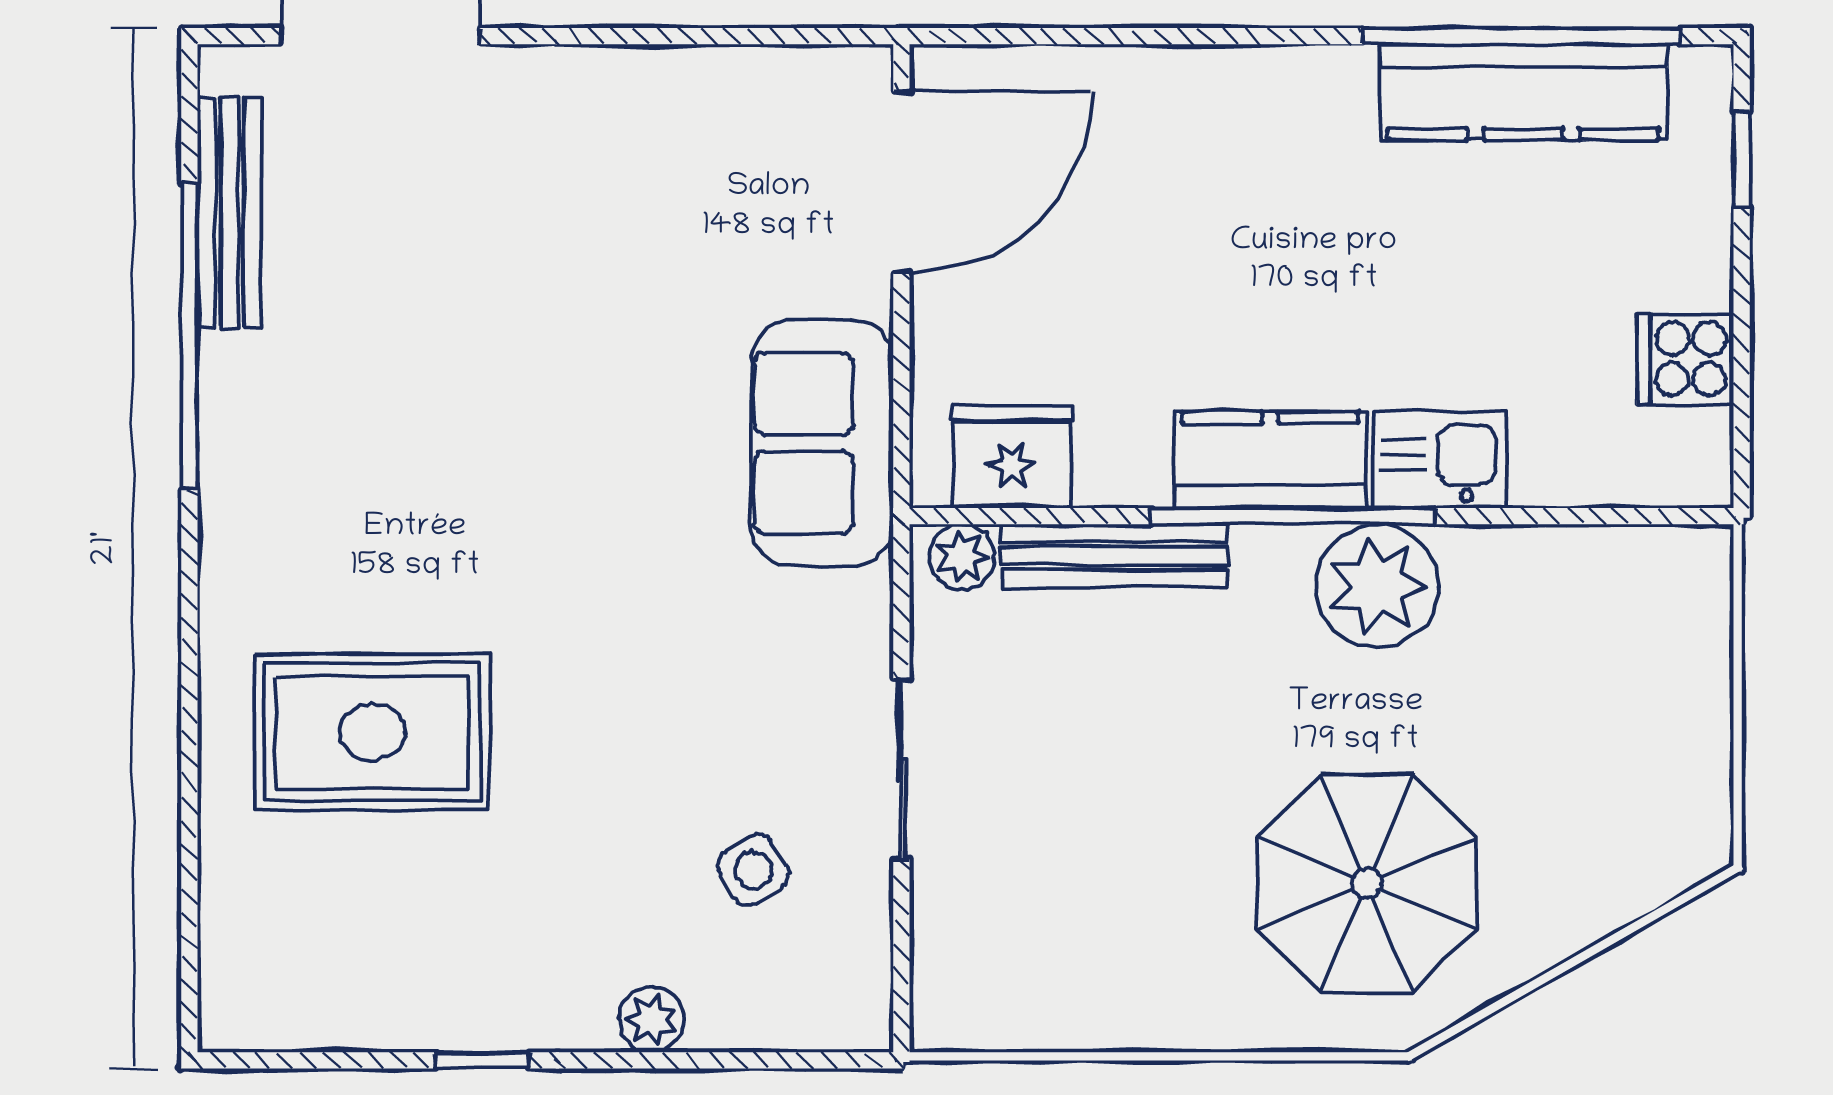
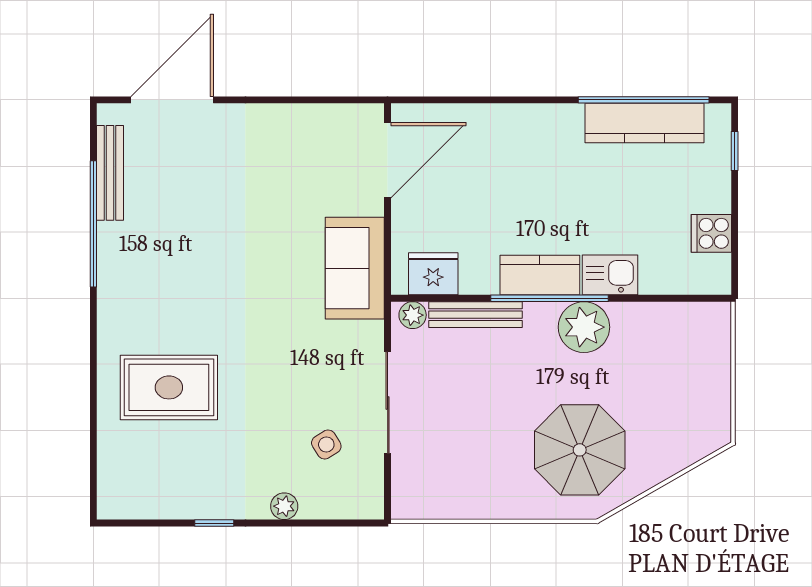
sliding door: (901, 769) -> (388, 403), width x1.37

